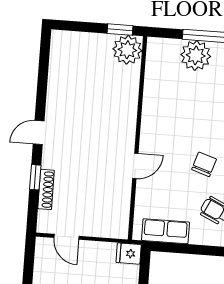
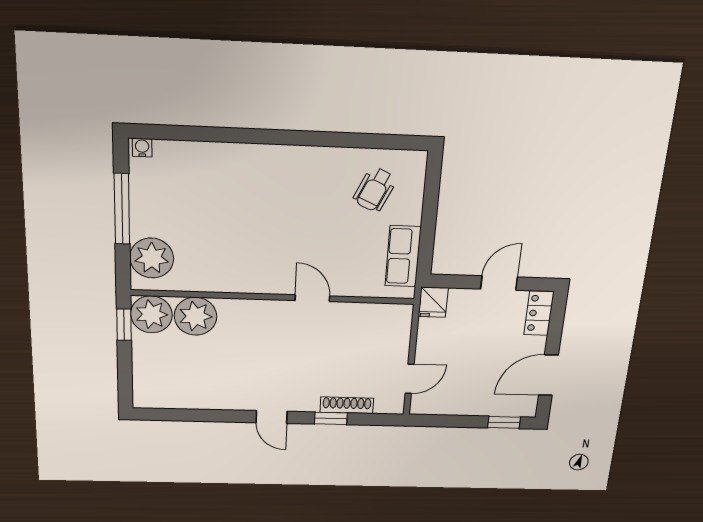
plant: (196, 55) -> (152, 258), moved
plant: (125, 81) -> (195, 316), added
chair: (204, 164) -> (308, 208), removed

